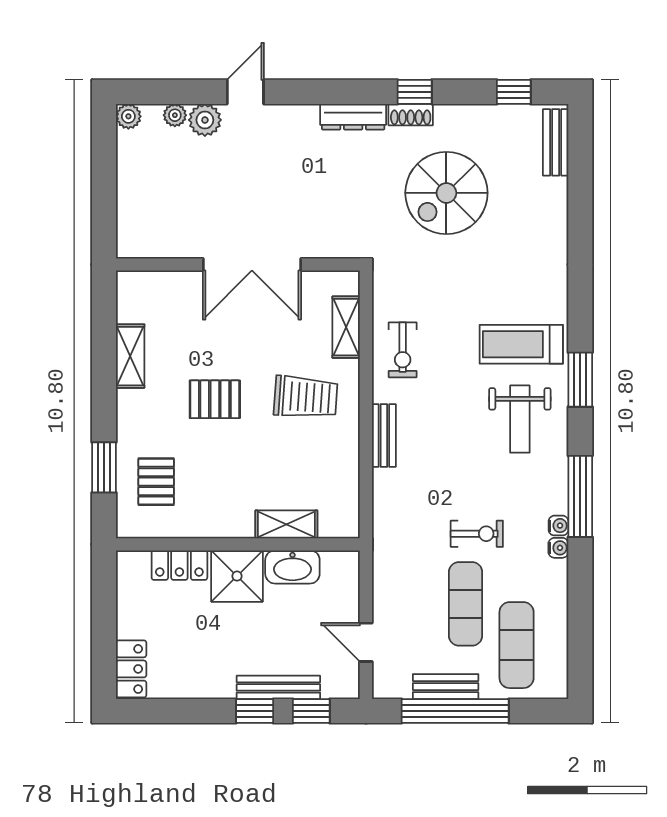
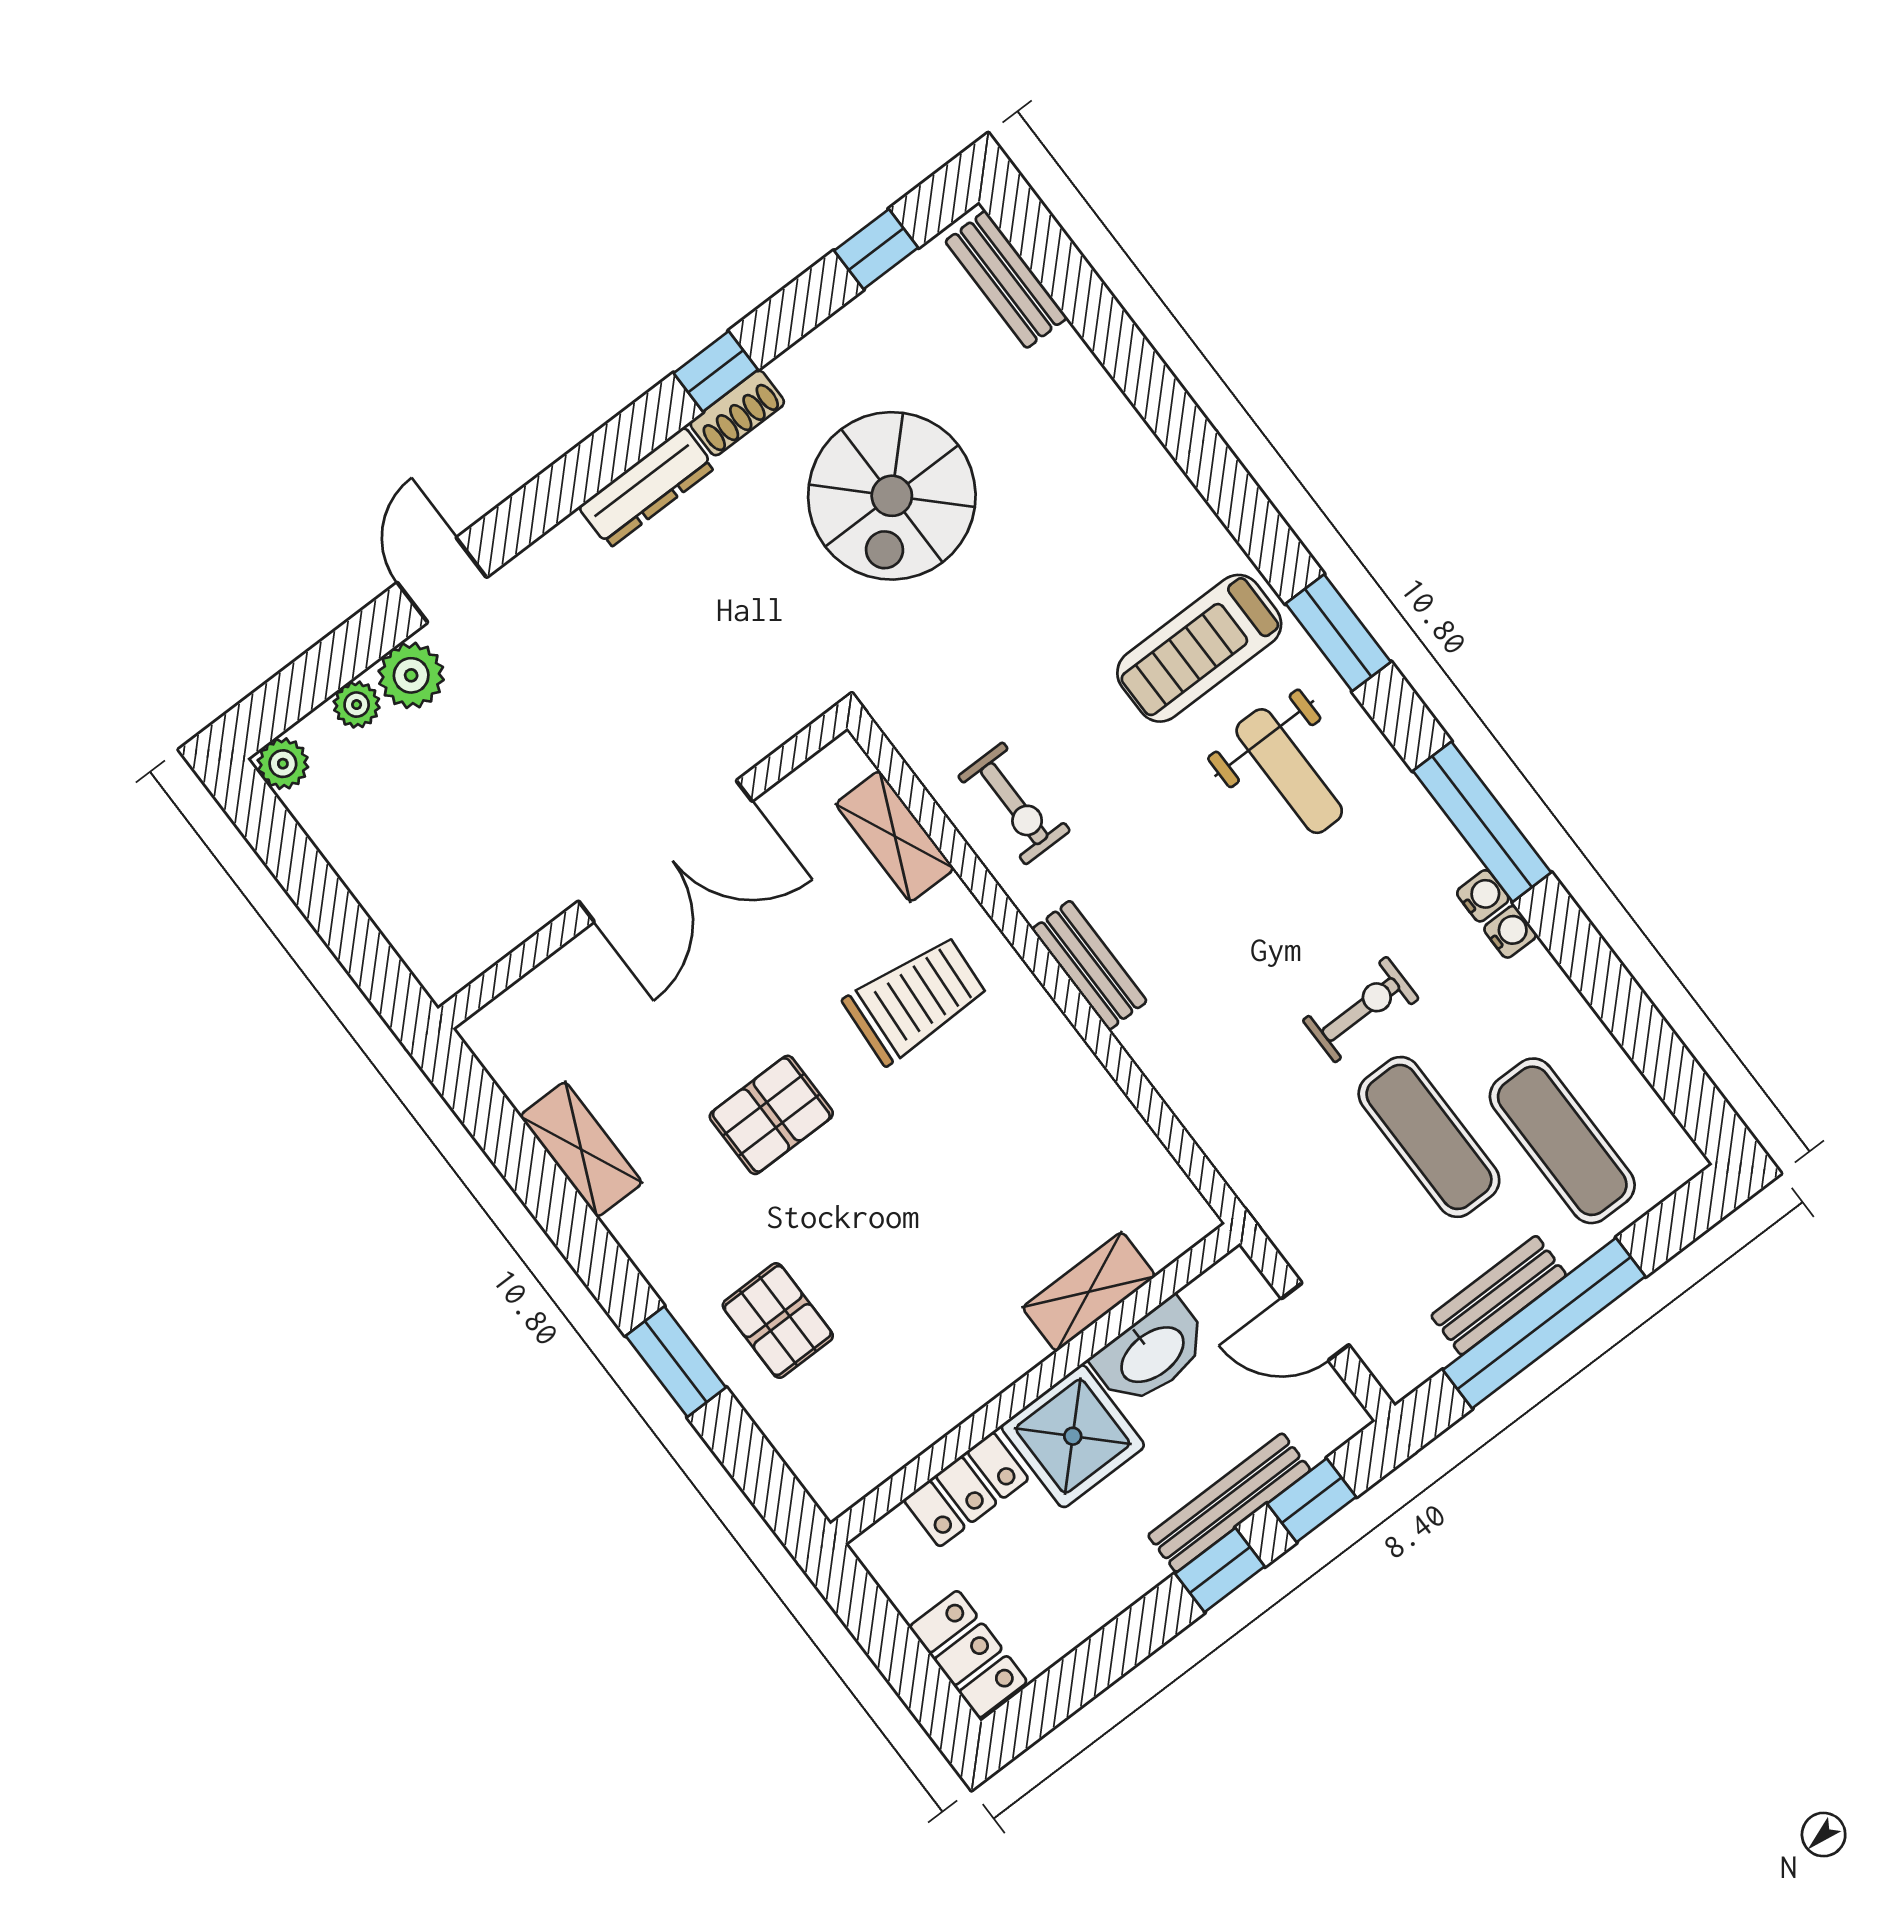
shelving: (286, 524) -> (1089, 1292), moved
wall: (238, 544) -> (1035, 1384), moved
locker: (179, 565) -> (966, 1489), moved
washbasin: (292, 567) -> (1151, 1353), moved
shower: (237, 576) -> (1073, 1436), moved

